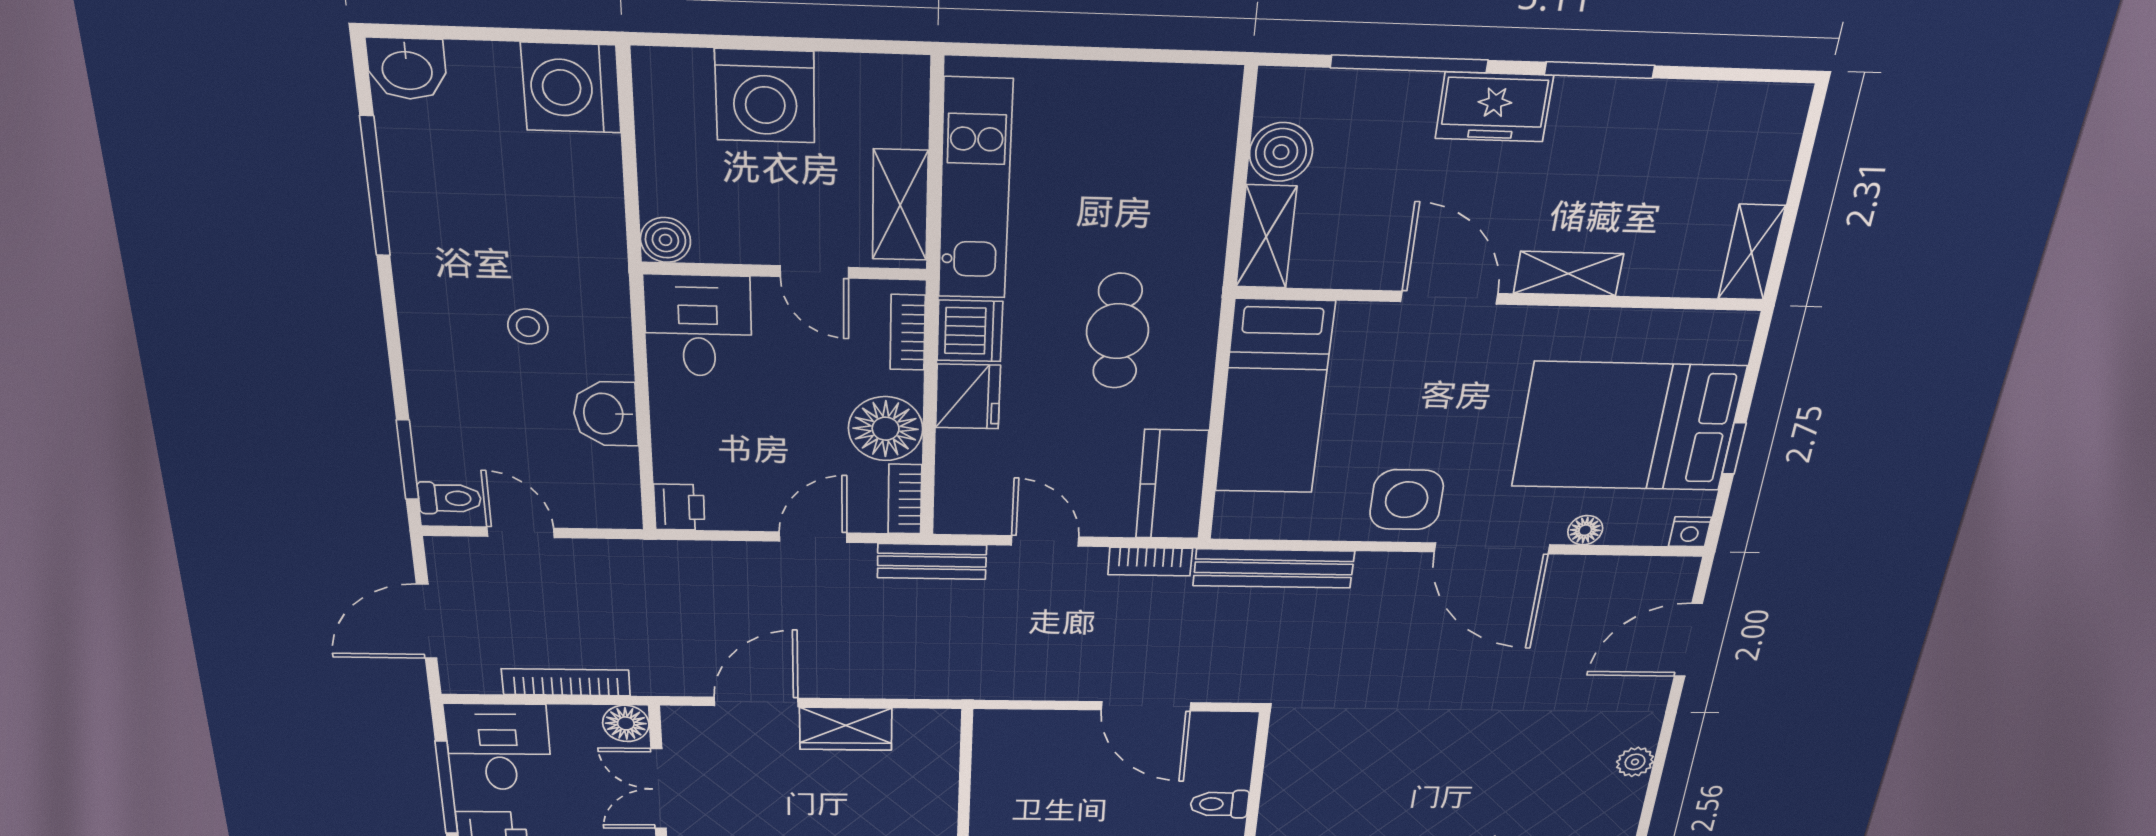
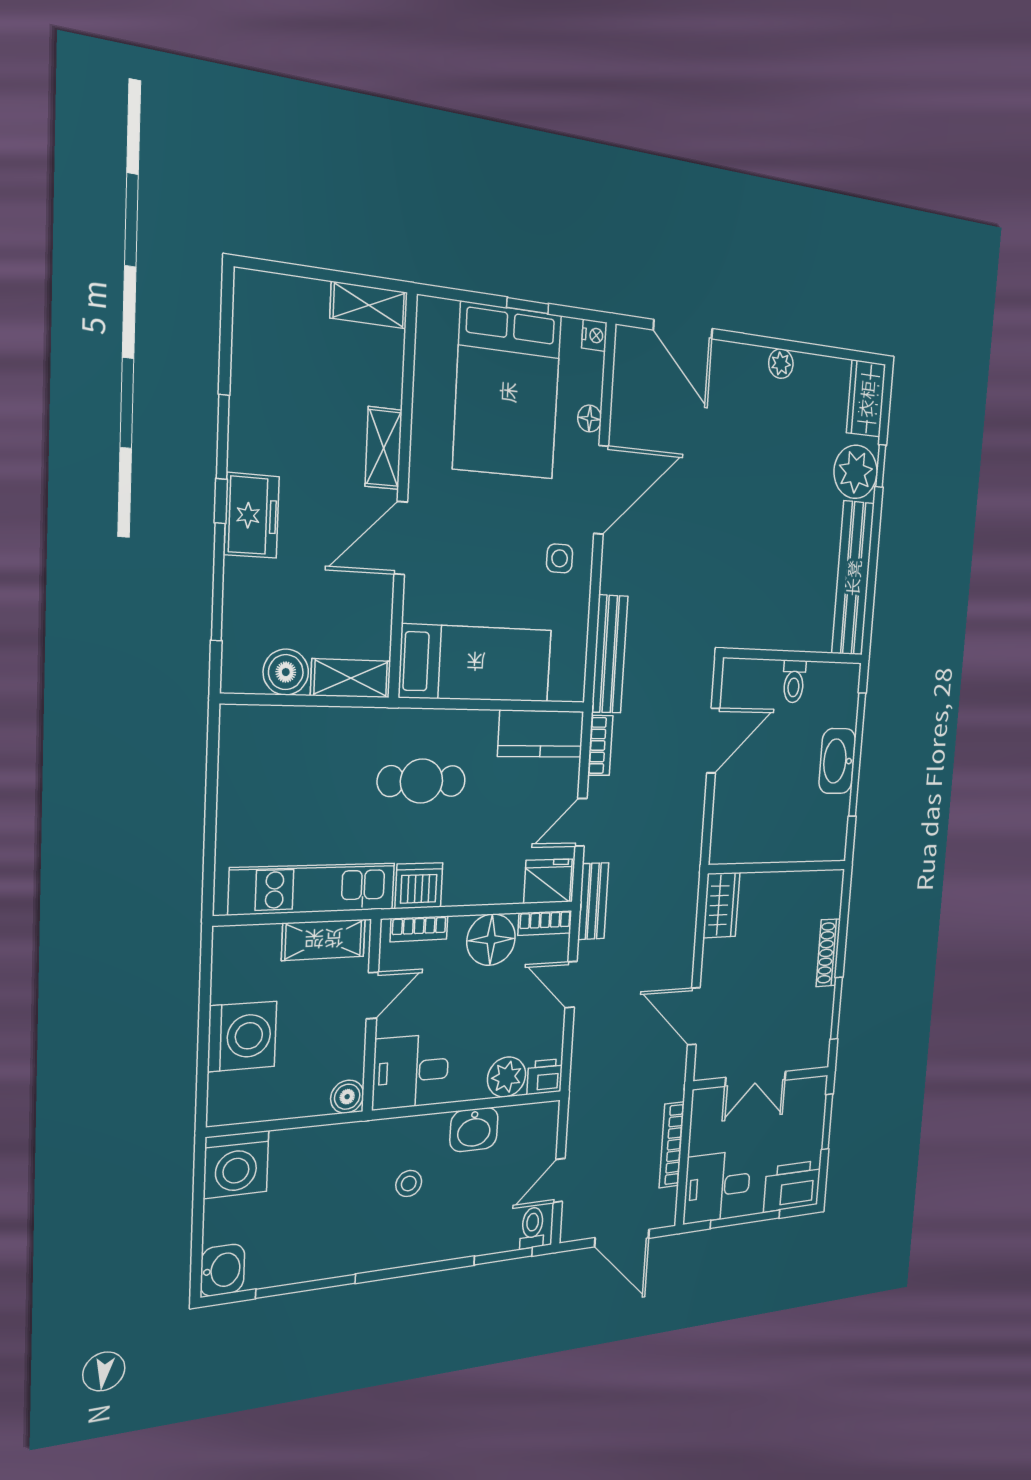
fridge: (968, 397) -> (548, 881), moved
plant: (682, 456) -> (507, 1077), added
side table: (1407, 500) -> (560, 558), width x0.54, depth x0.54
floor lamp: (626, 723) -> (705, 1103), removed
wardrobe: (846, 729) -> (721, 905), moved

